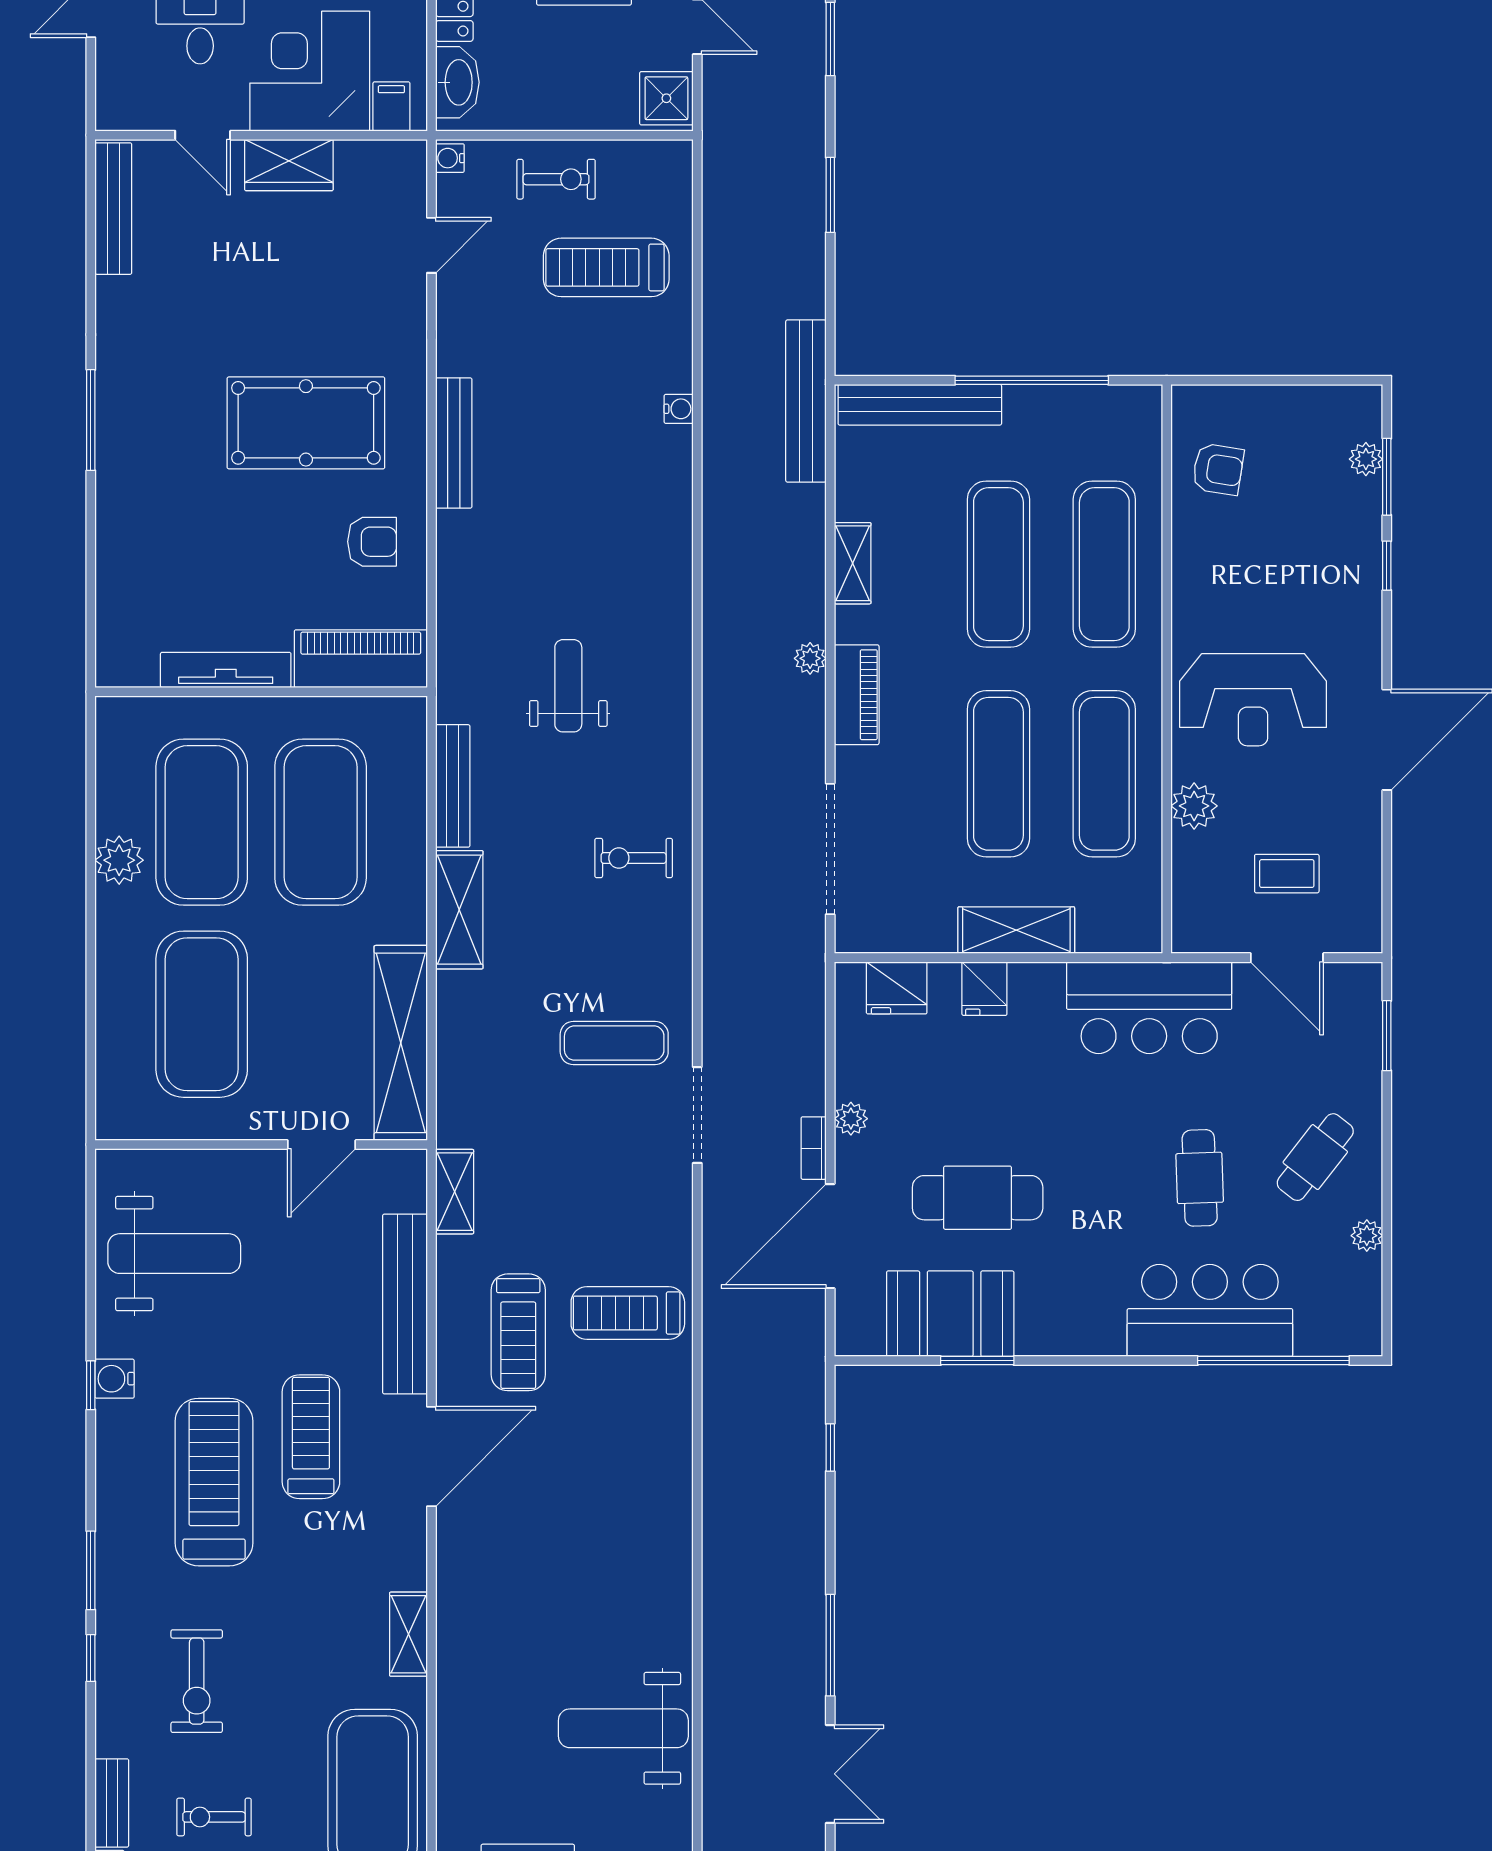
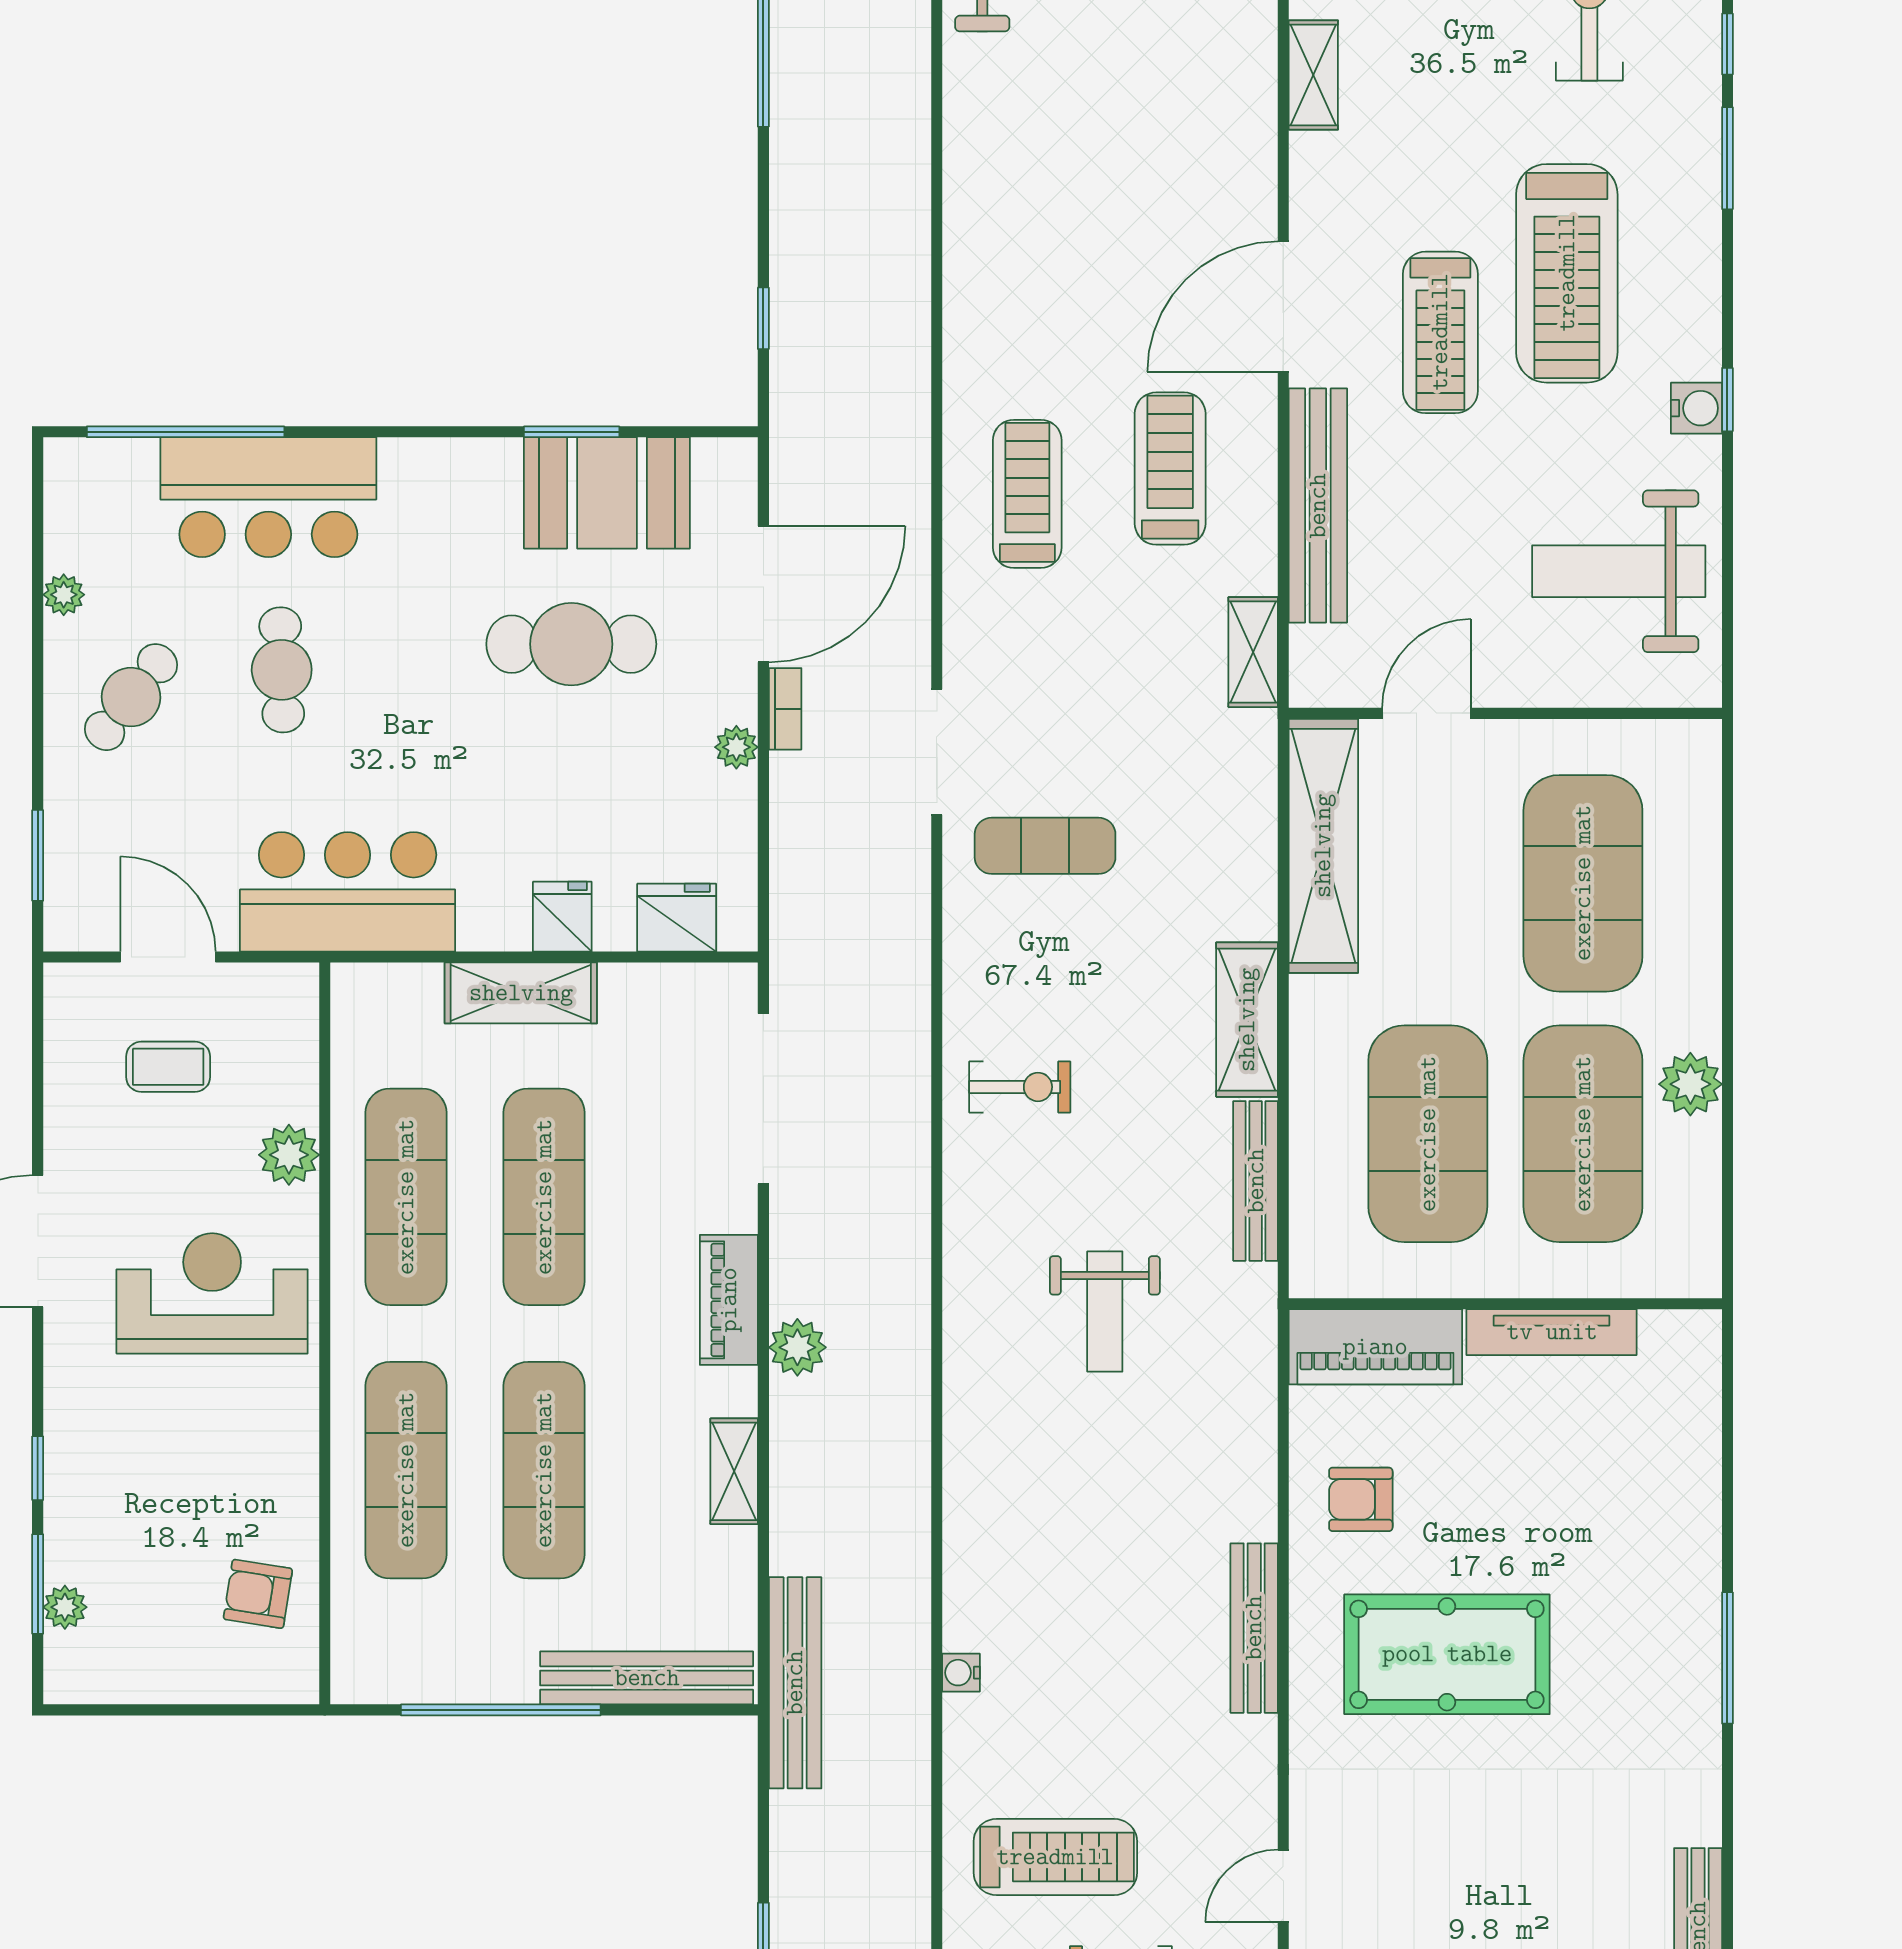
plant: (810, 658) -> (797, 1347), width x1.38, depth x1.38
treadmill: (628, 1313) -> (1027, 494), turned -90

